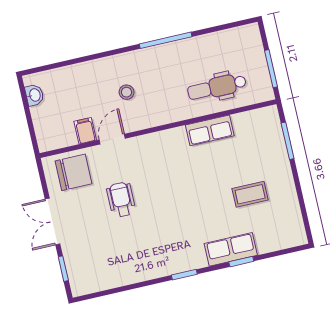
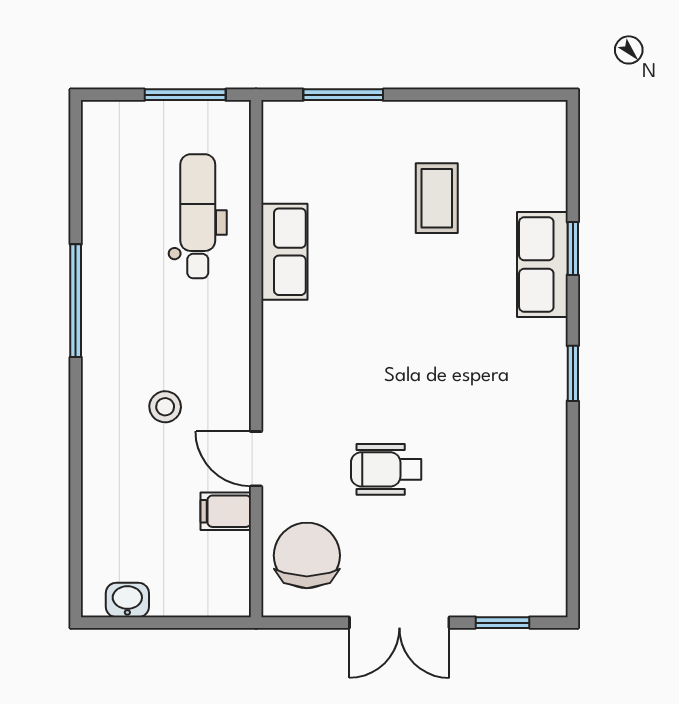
dental chair: (217, 87) -> (198, 216), turned 180

